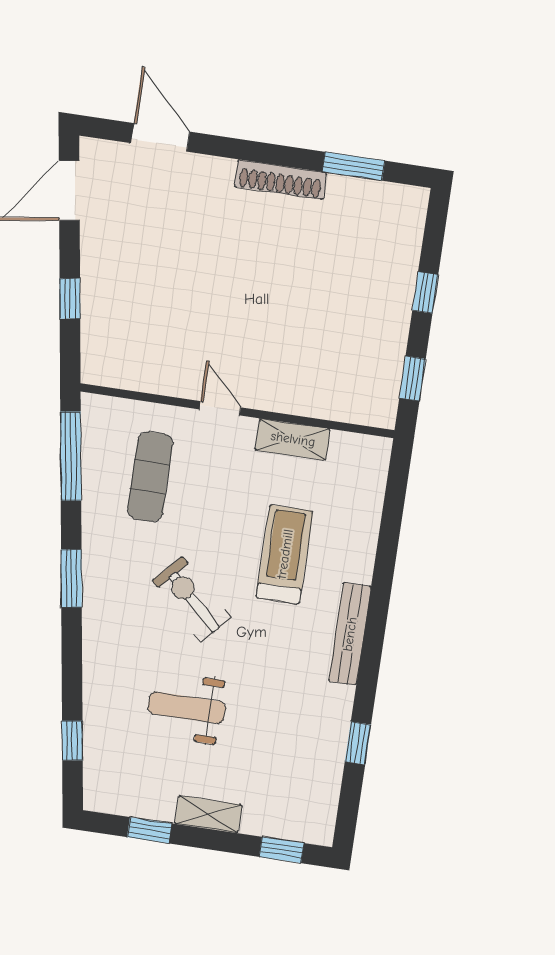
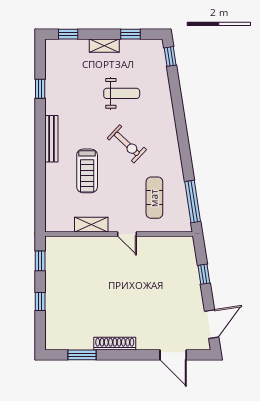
window: (71, 578) -> (184, 145), removed
window: (72, 741) -> (170, 56), moved

